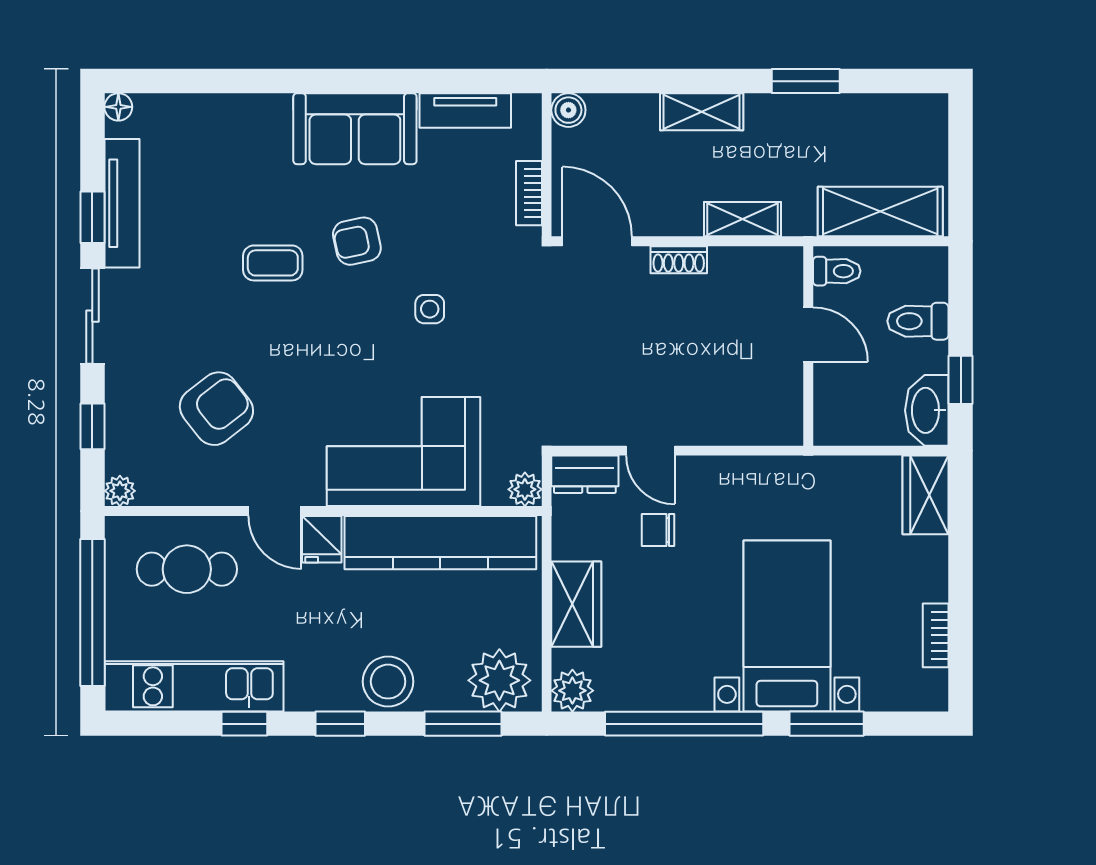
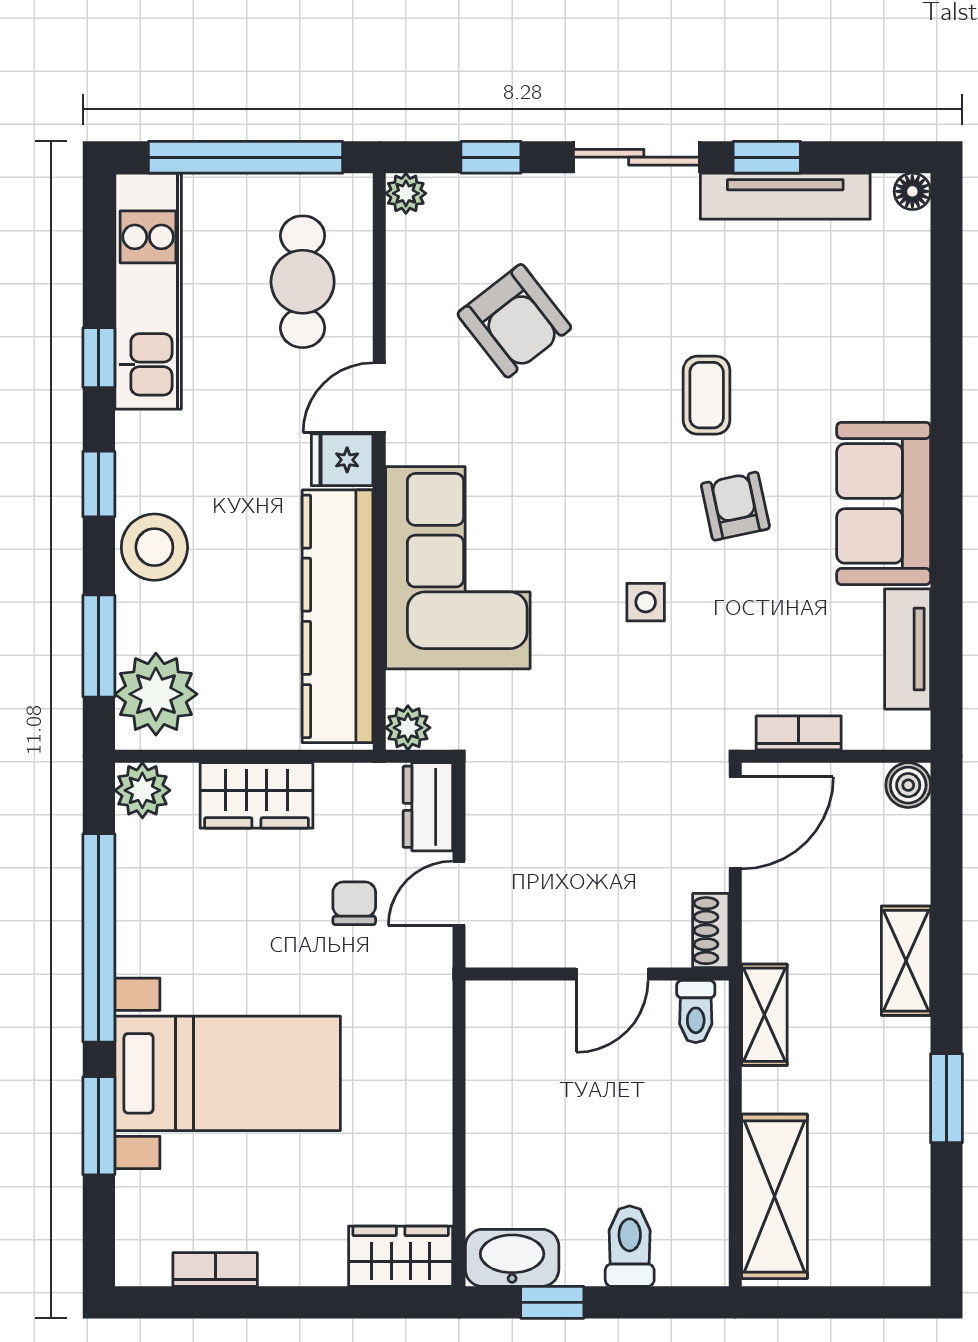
toilet: (837, 271) -> (696, 1012), moved
door: (808, 335) -> (612, 974), moved
wall: (808, 346) -> (597, 974), moved

